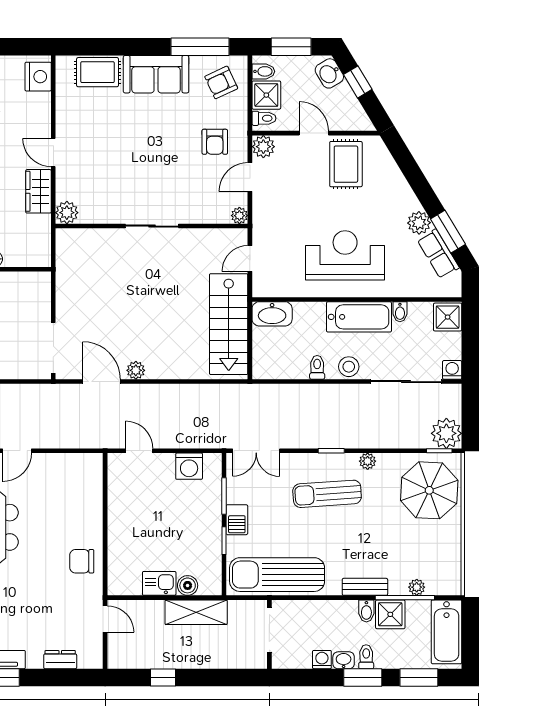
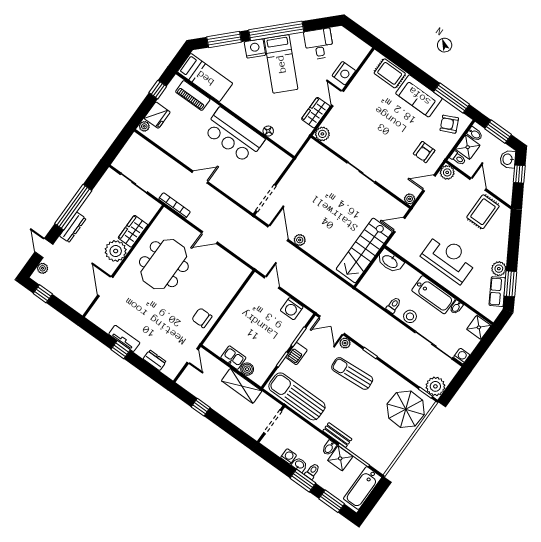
nightstand: (38, 77) -> (344, 73), moved
plant: (368, 461) -> (345, 343), moved
plant: (417, 587) -> (364, 454), removed

